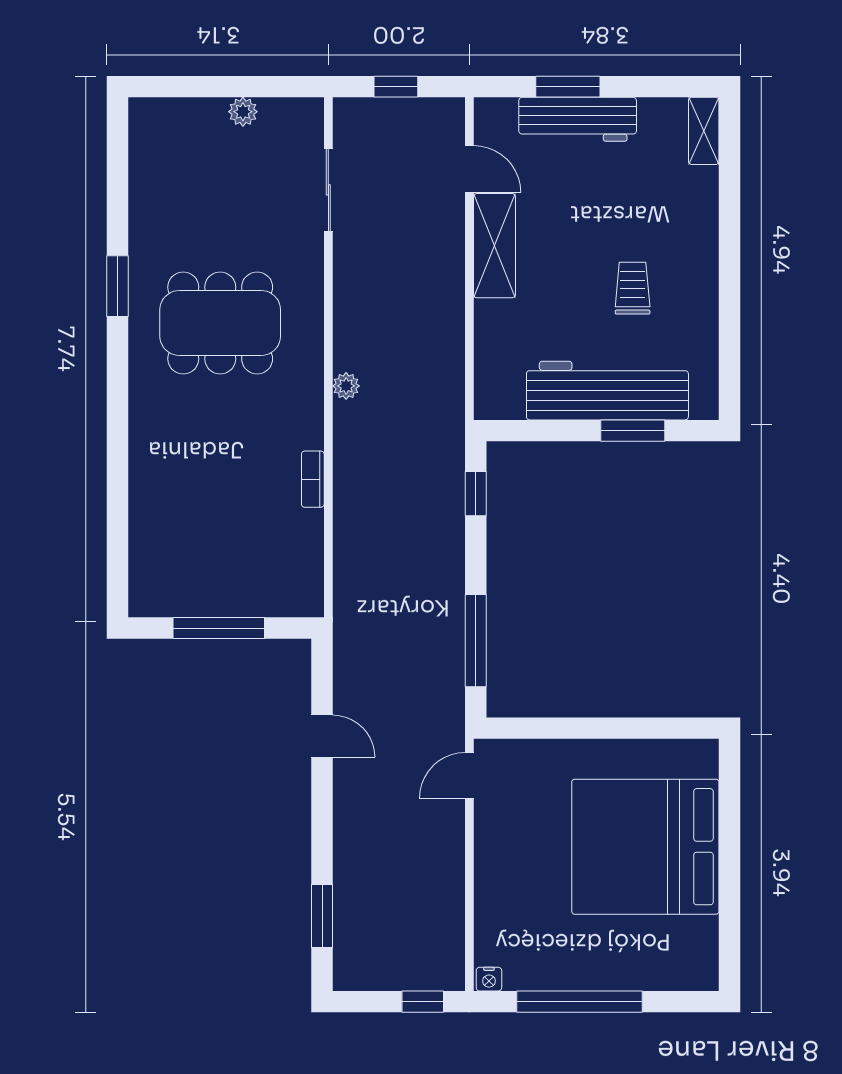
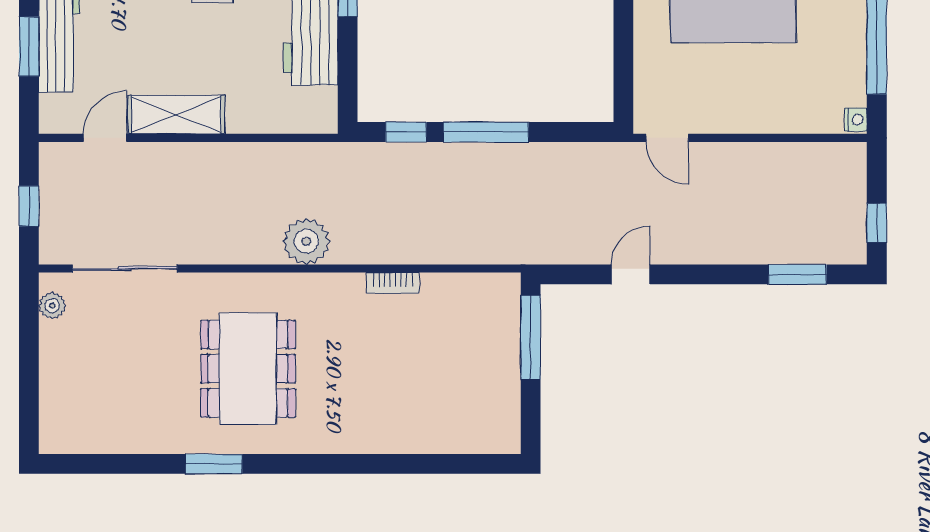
plant: (243, 112) -> (52, 306), moved
sliding door: (328, 190) -> (125, 269), width x1.37
plant: (346, 386) -> (306, 241), width x1.87, depth x1.87
window: (219, 628) -> (531, 338), moved
window: (476, 641) -> (486, 132), moved
window: (423, 1002) -> (877, 223), moved

